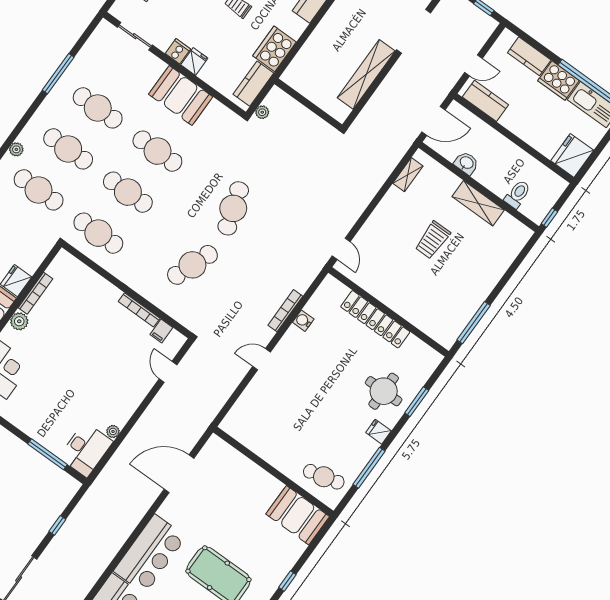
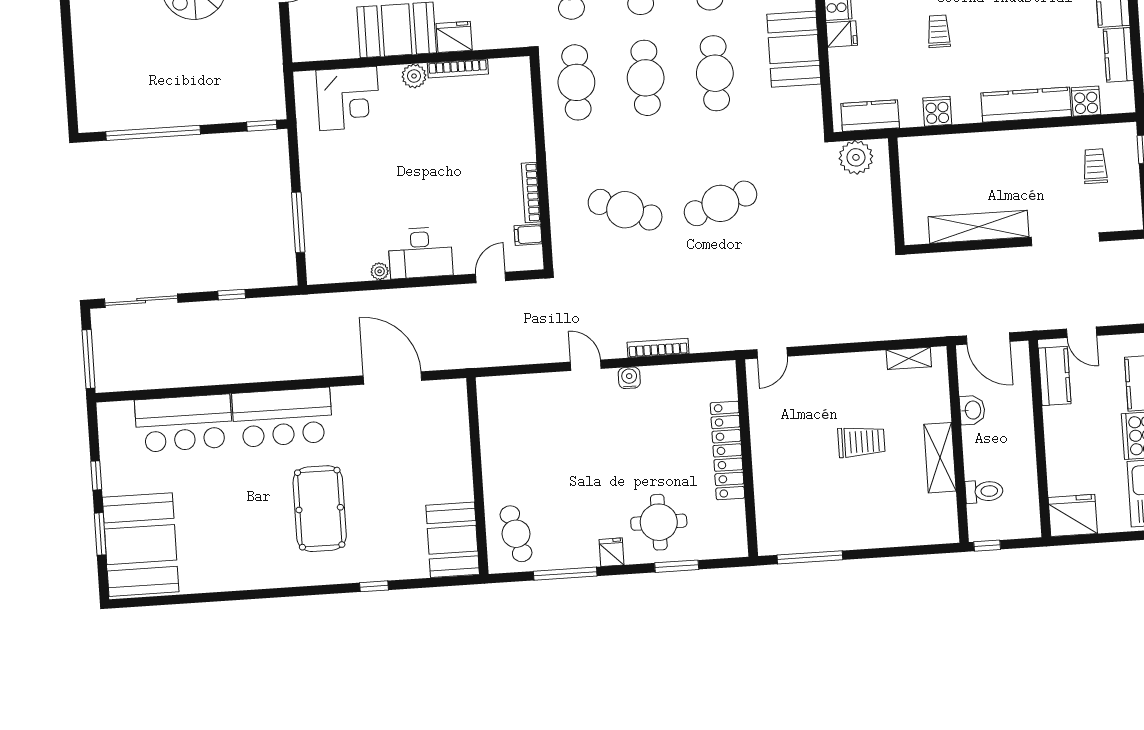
cooker: (274, 49) -> (937, 111), width x0.53, depth x0.76
plant: (262, 112) -> (856, 157), width x1.88, depth x1.88
trolley: (433, 240) -> (861, 442), turned 180
water cooler: (303, 321) -> (629, 378), moved
desk: (86, 450) -> (420, 253), moved

